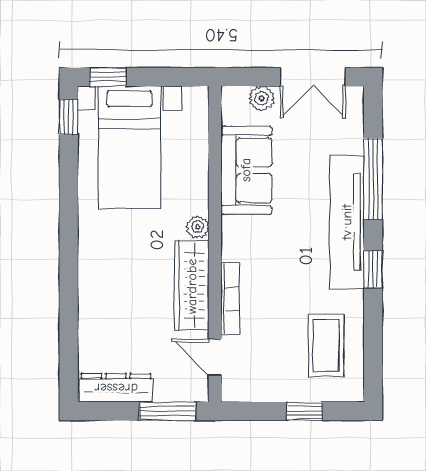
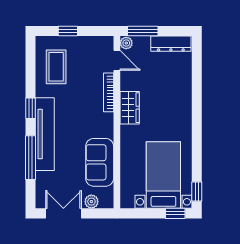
plant: (198, 227) -> (126, 43), moved
wardrobe: (192, 286) -> (130, 108), width x0.67

